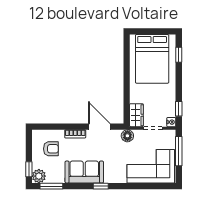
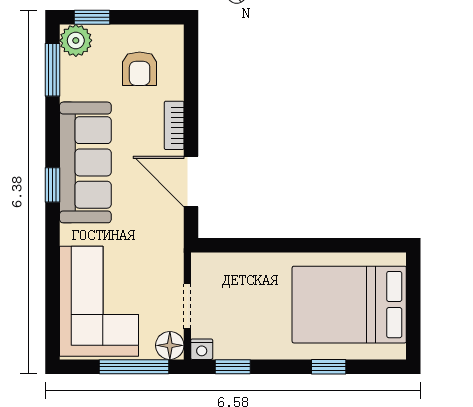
window: (179, 55) -> (329, 367), moved
wardrobe: (136, 115) -> (218, 268), removed
door: (99, 127) -> (191, 181), swing flipped
floor lamp: (127, 136) -> (170, 345), moved
sofa: (84, 172) -> (85, 162), width x1.36

